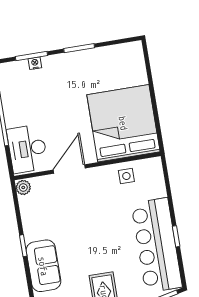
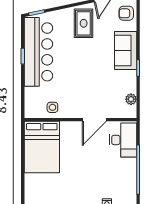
bed: (123, 123) -> (42, 147), width x0.73
plant: (23, 187) -> (131, 99), moved

